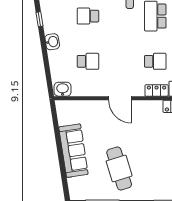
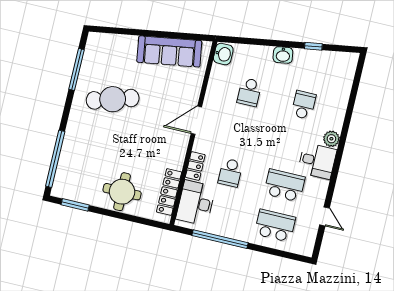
sofa: (73, 151) -> (169, 51), moved

